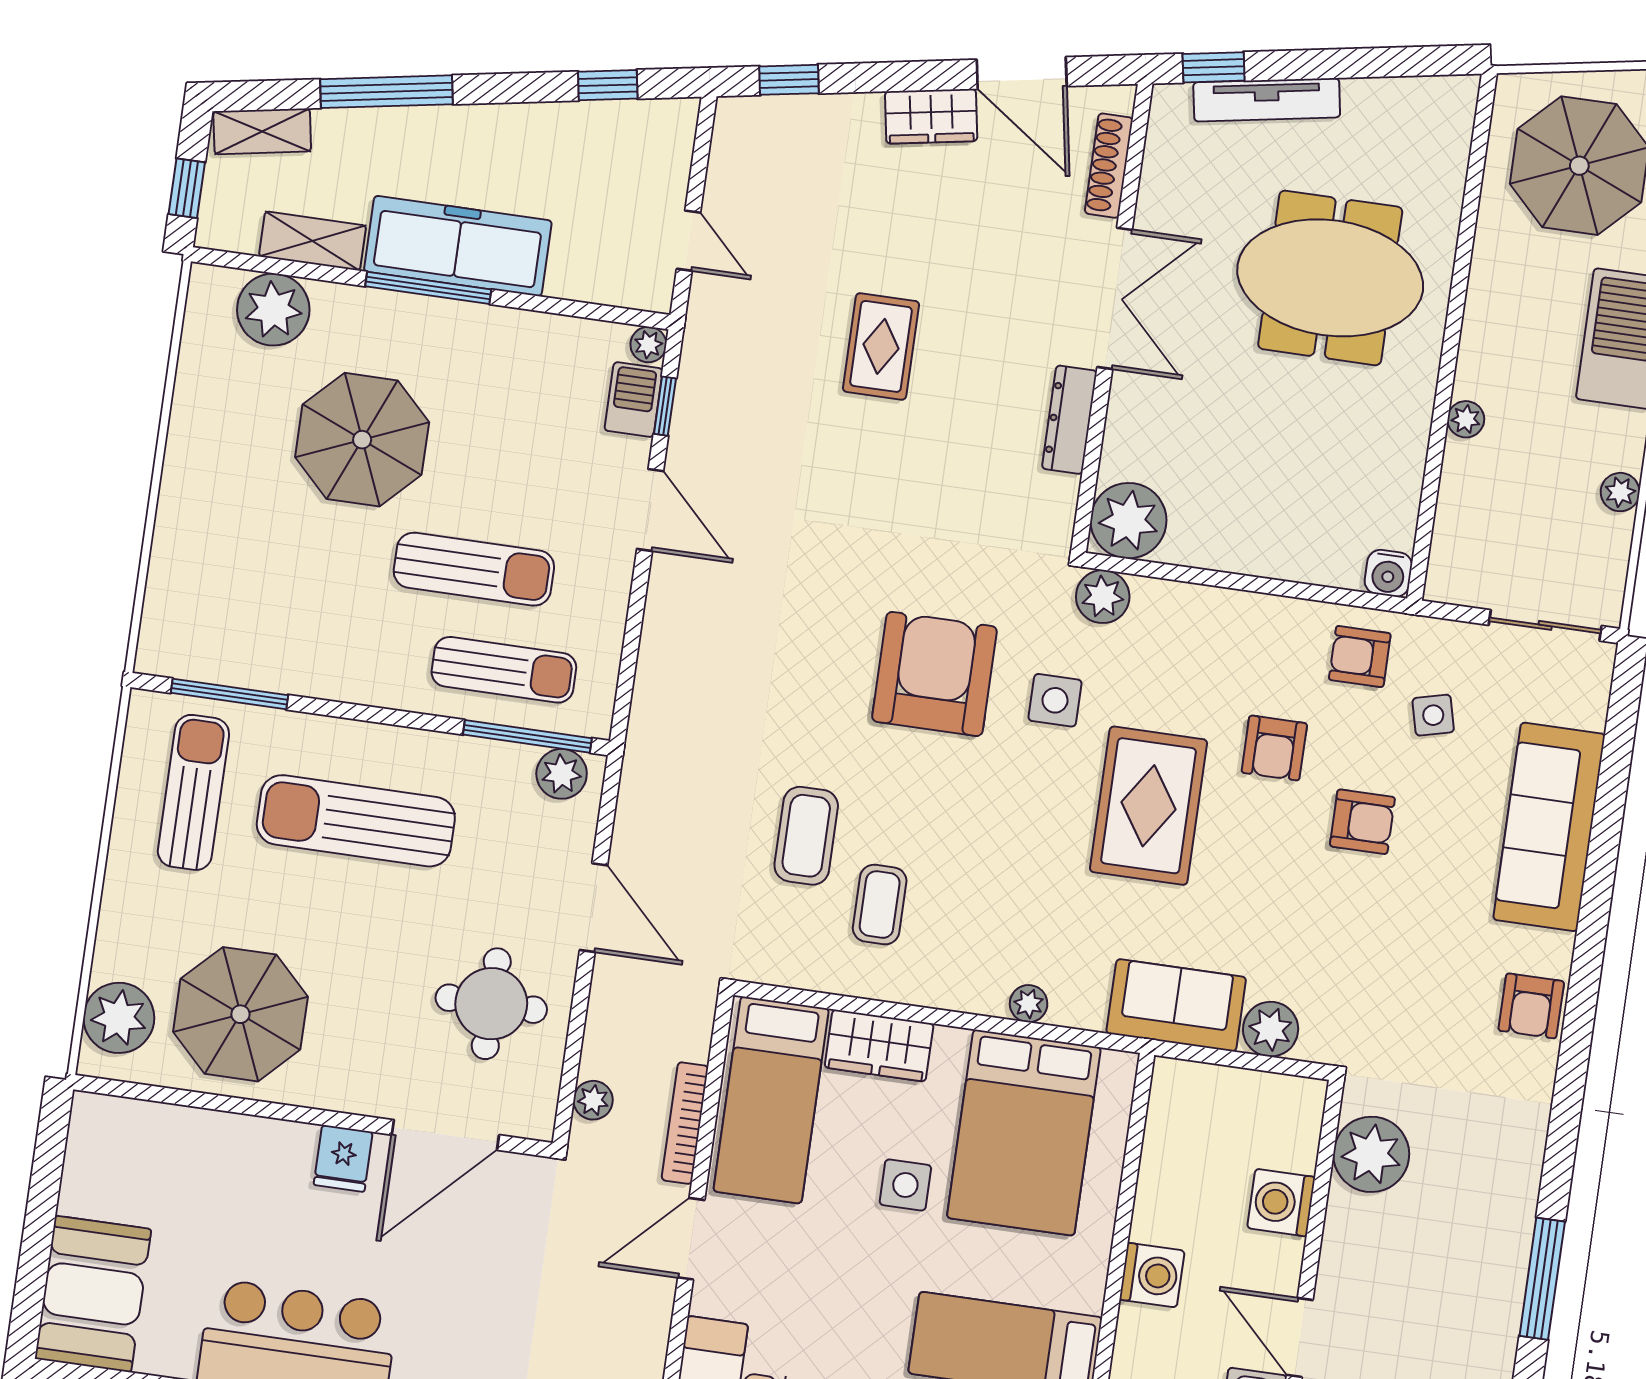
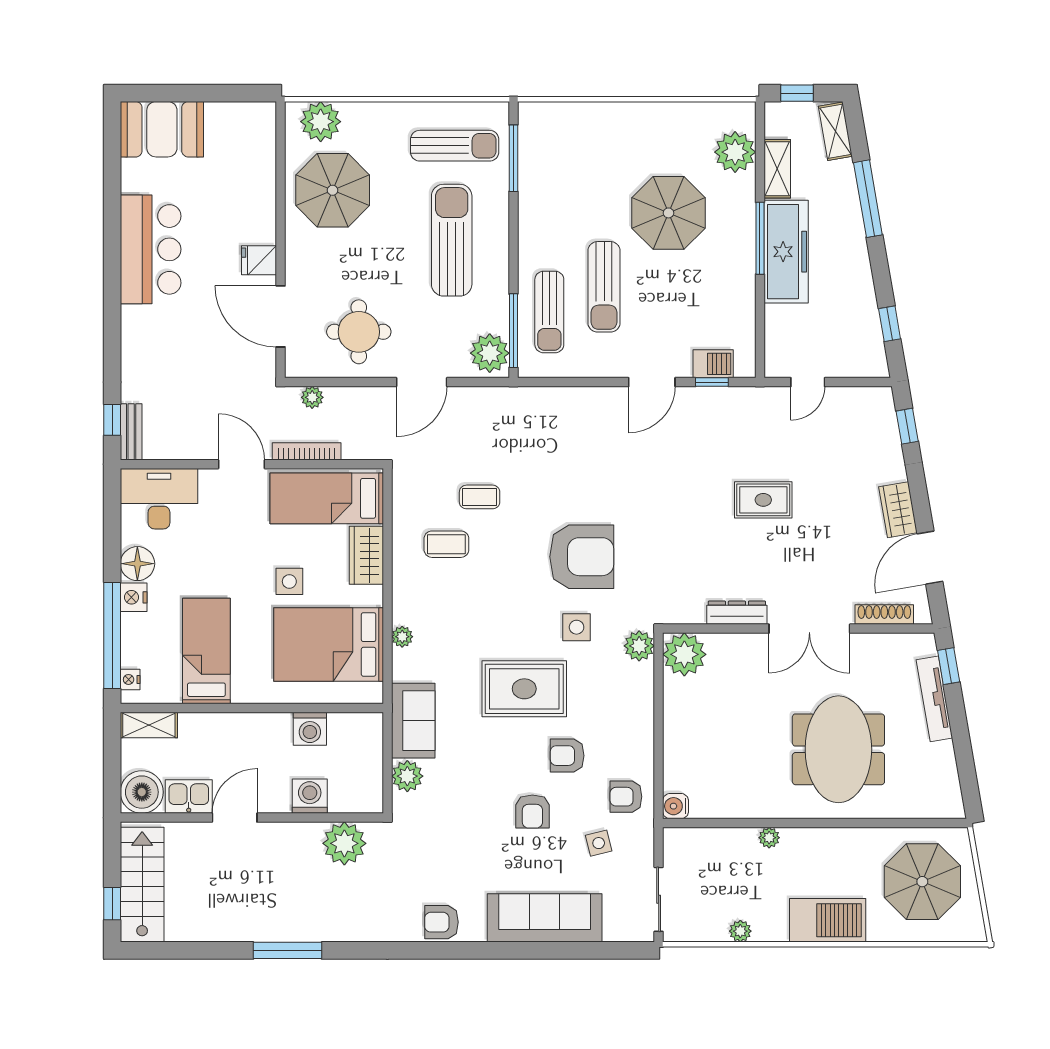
plant: (648, 345) -> (746, 368), removed
armchair: (1360, 657) -> (626, 797), turned -90
plant: (562, 774) -> (490, 353), width x1.36, depth x1.36
coffee table: (806, 836) -> (480, 497), width x0.73, depth x0.77
washing machine: (1152, 1275) -> (310, 729), moved

